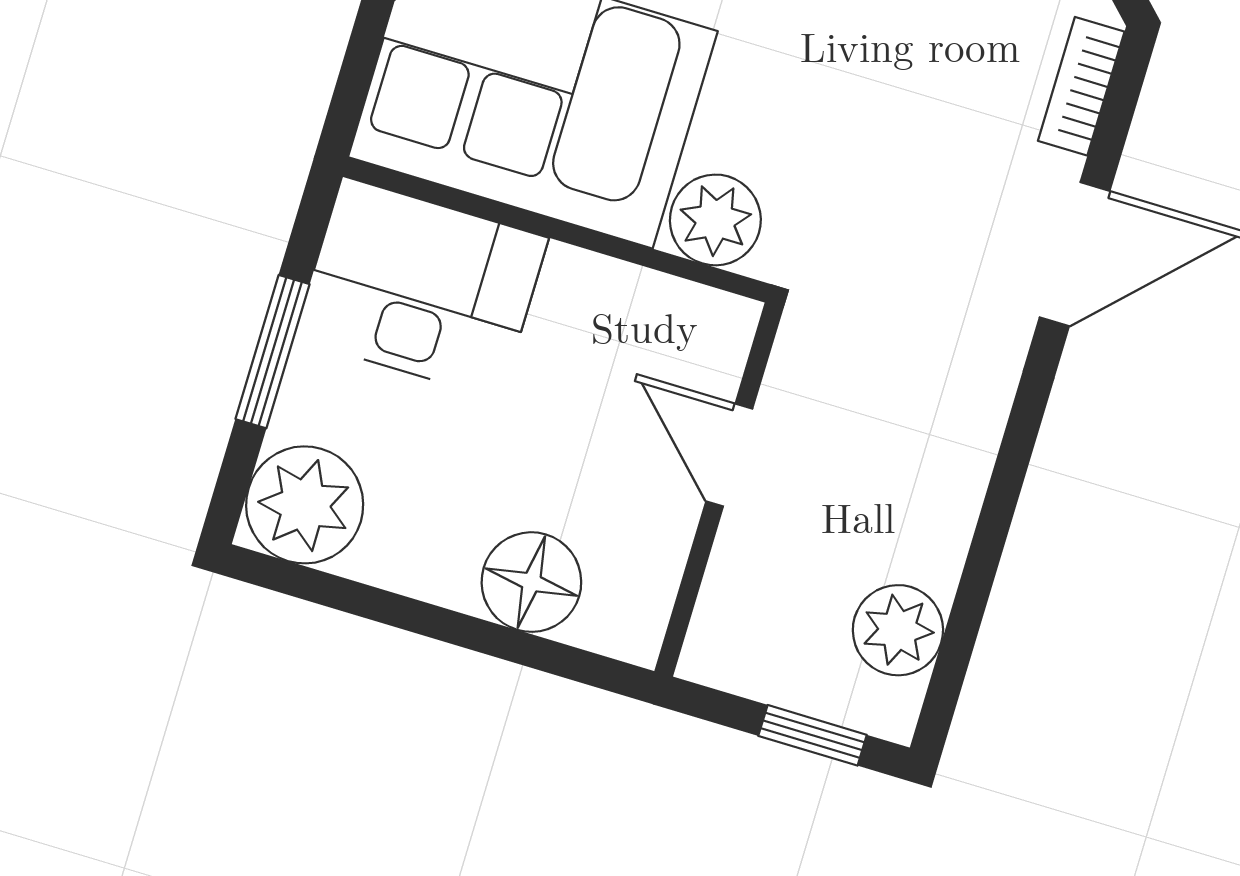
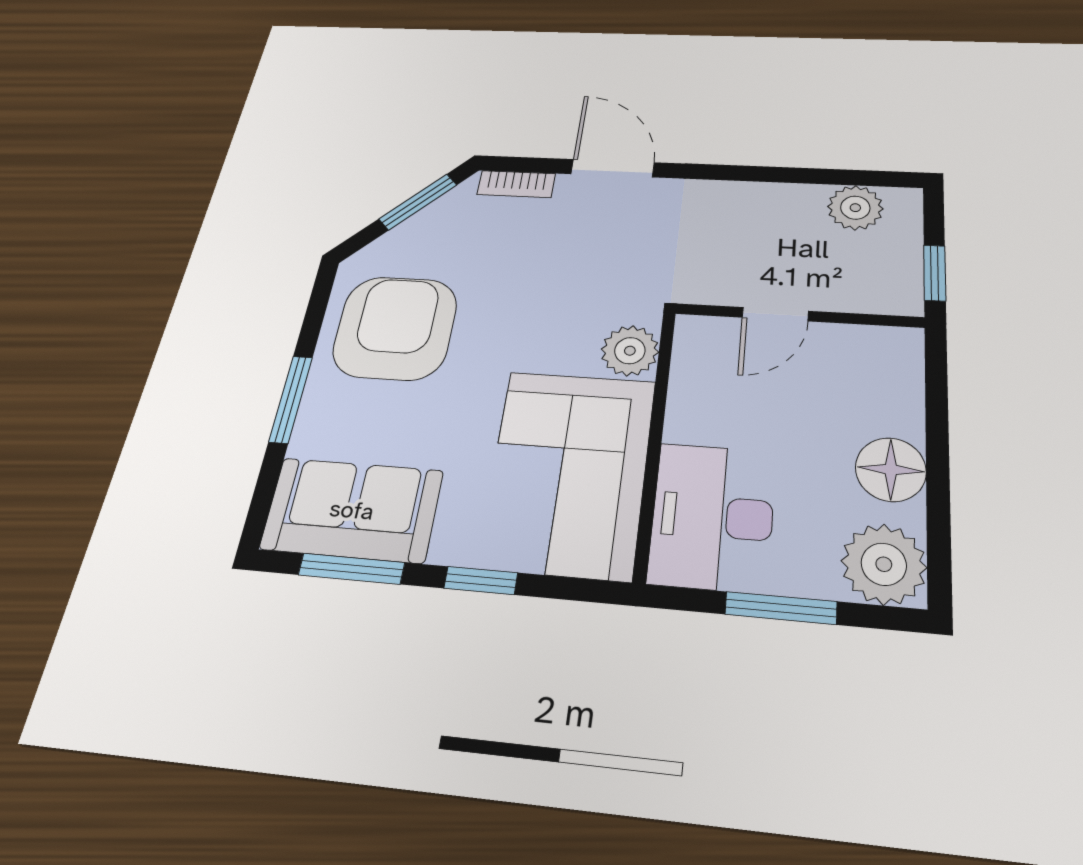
floor lamp: (531, 582) -> (891, 469), moved
window: (813, 735) -> (935, 273), moved

